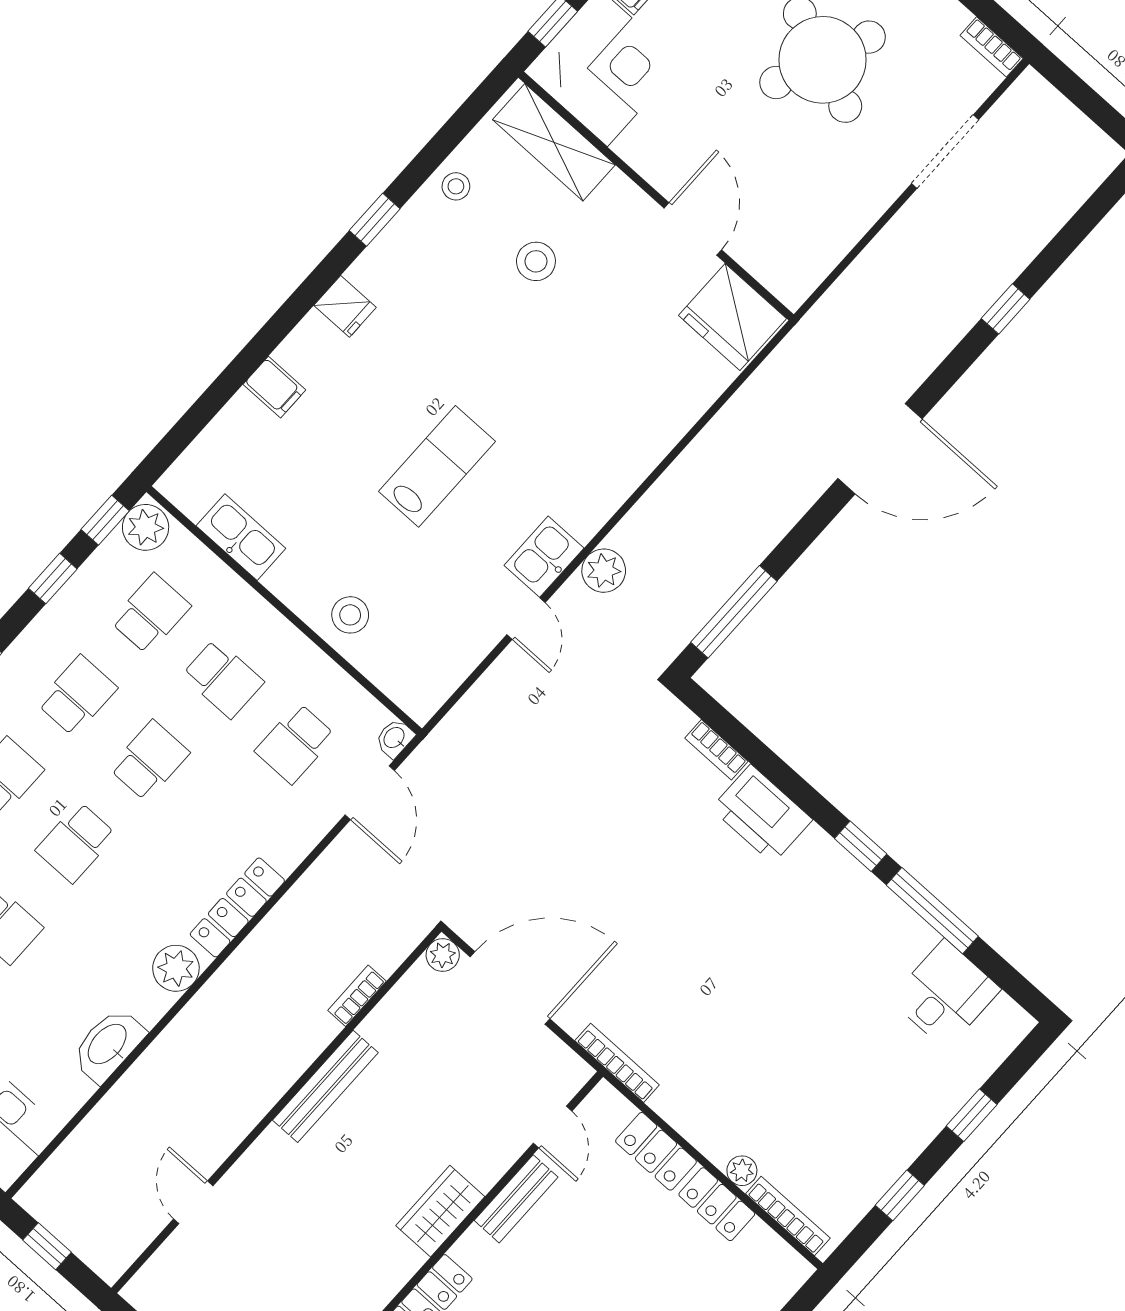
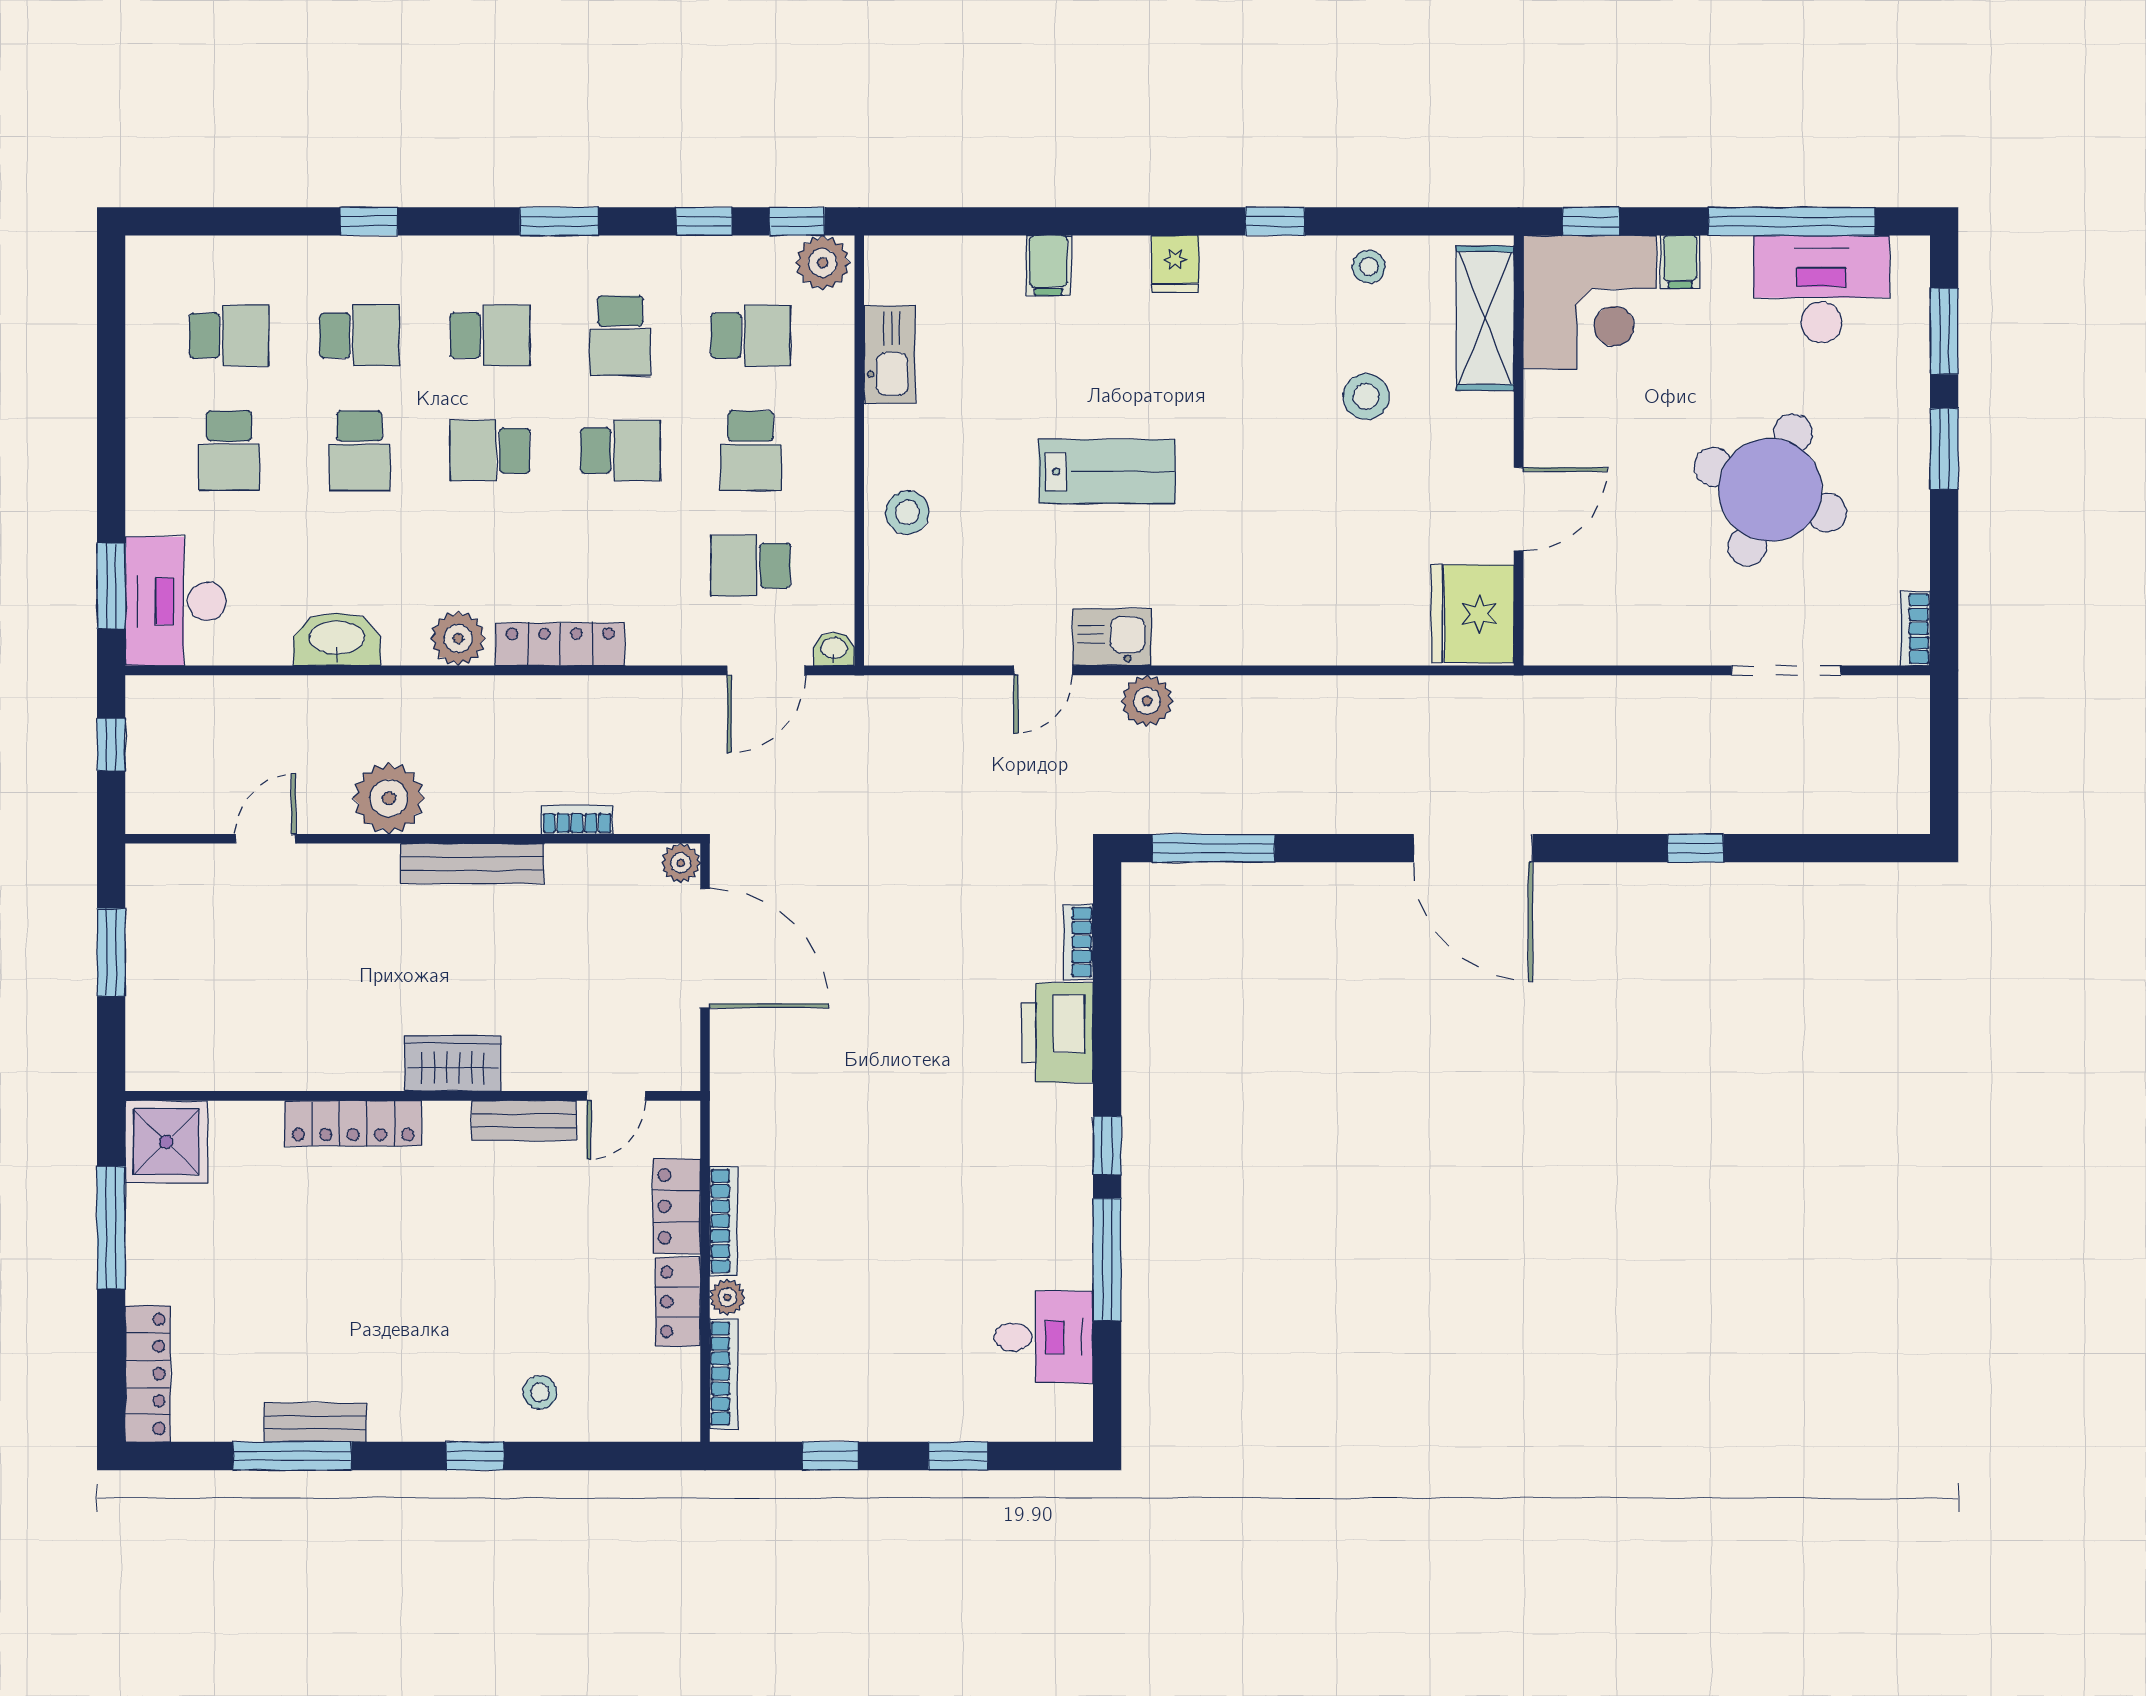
school desk: (77, 696) -> (620, 336), turned 90
bookcase: (617, 1063) -> (724, 1221), moved
plant: (237, 1102) -> (389, 798), added

